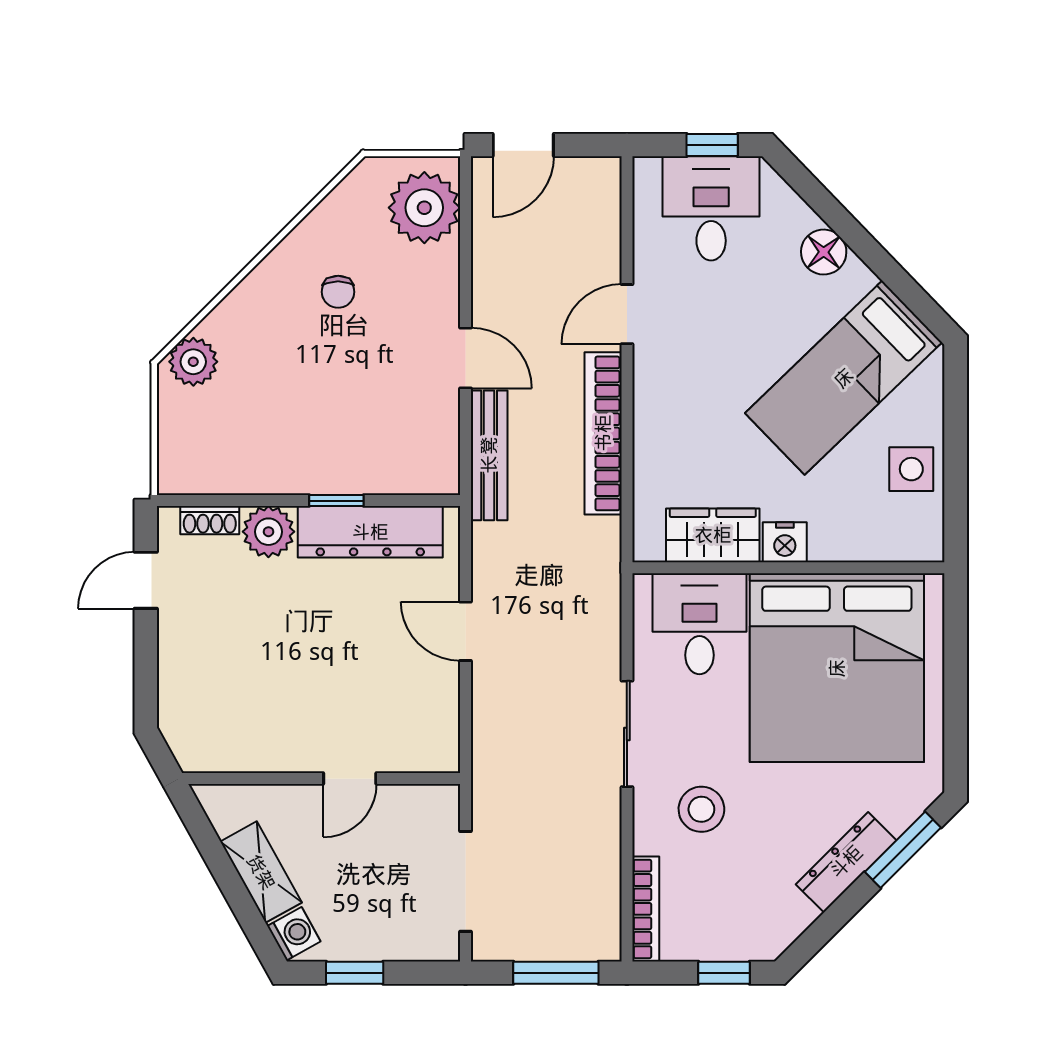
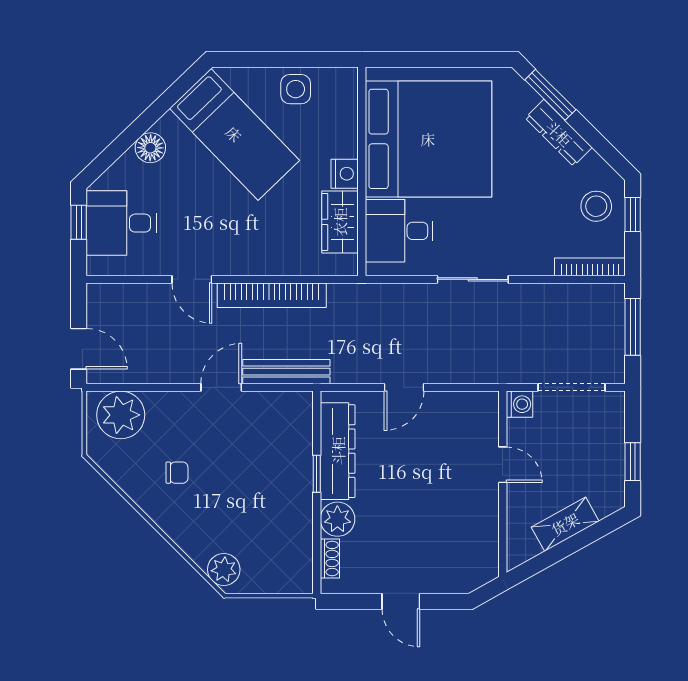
door: (146, 580) -> (401, 601), moved
stool: (701, 809) -> (596, 206), moved
washing machine: (294, 934) -> (519, 404), moved, turned 119

